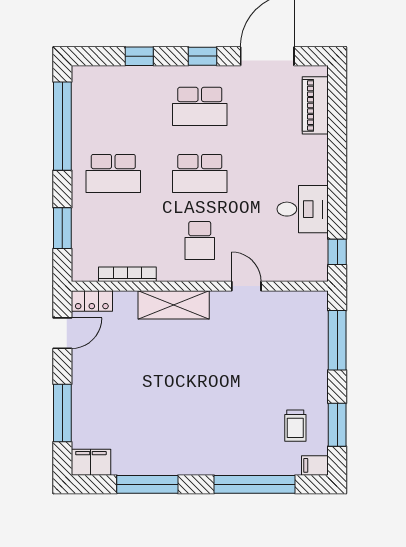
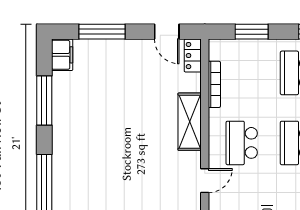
school desk: (200, 240) -> (242, 143), width x1.85

